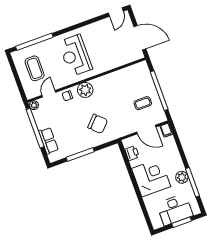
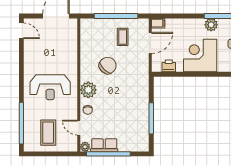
coffee table: (35, 68) -> (48, 133), turned 90
chair: (98, 124) -> (108, 65), moved
row of seats: (48, 141) -> (104, 145), moved

